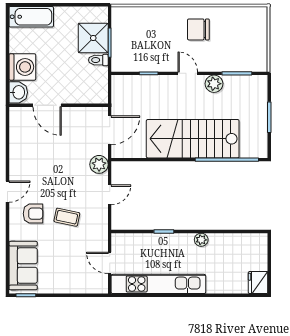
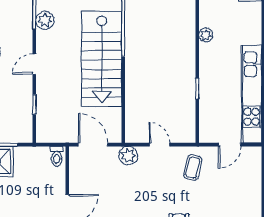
toilet: (98, 60) -> (57, 156), moved
plant: (214, 84) -> (45, 20), moved
coffee table: (67, 217) -> (193, 167), moved
plant: (201, 240) -> (206, 35), moved

